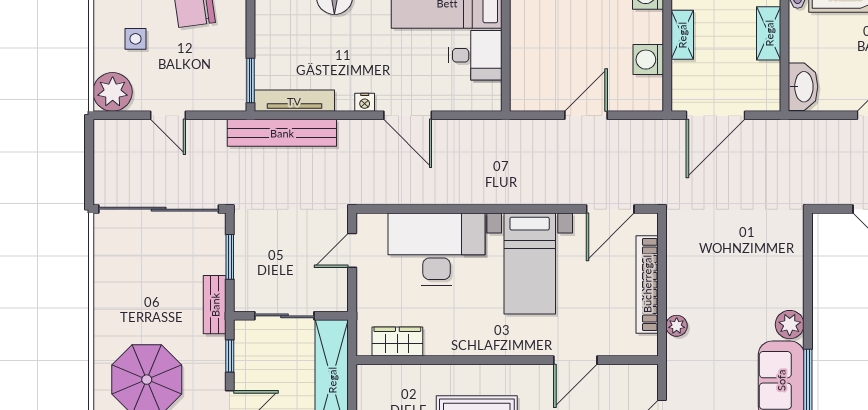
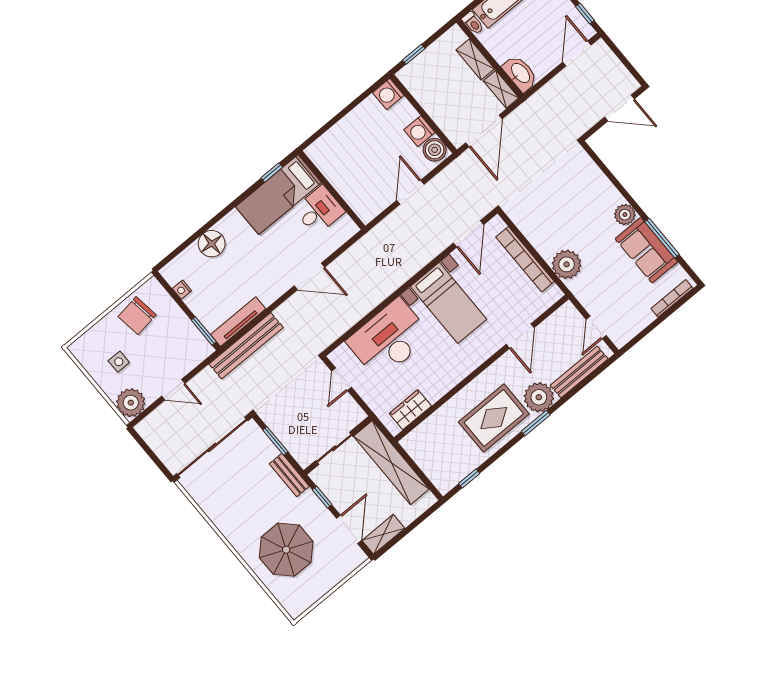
shelving: (682, 35) -> (501, 89), moved
boiler: (648, 92) -> (435, 150), added
nightstand: (365, 102) -> (182, 290), moved, turned 90
plant: (677, 326) -> (567, 264), width x1.88, depth x1.88

